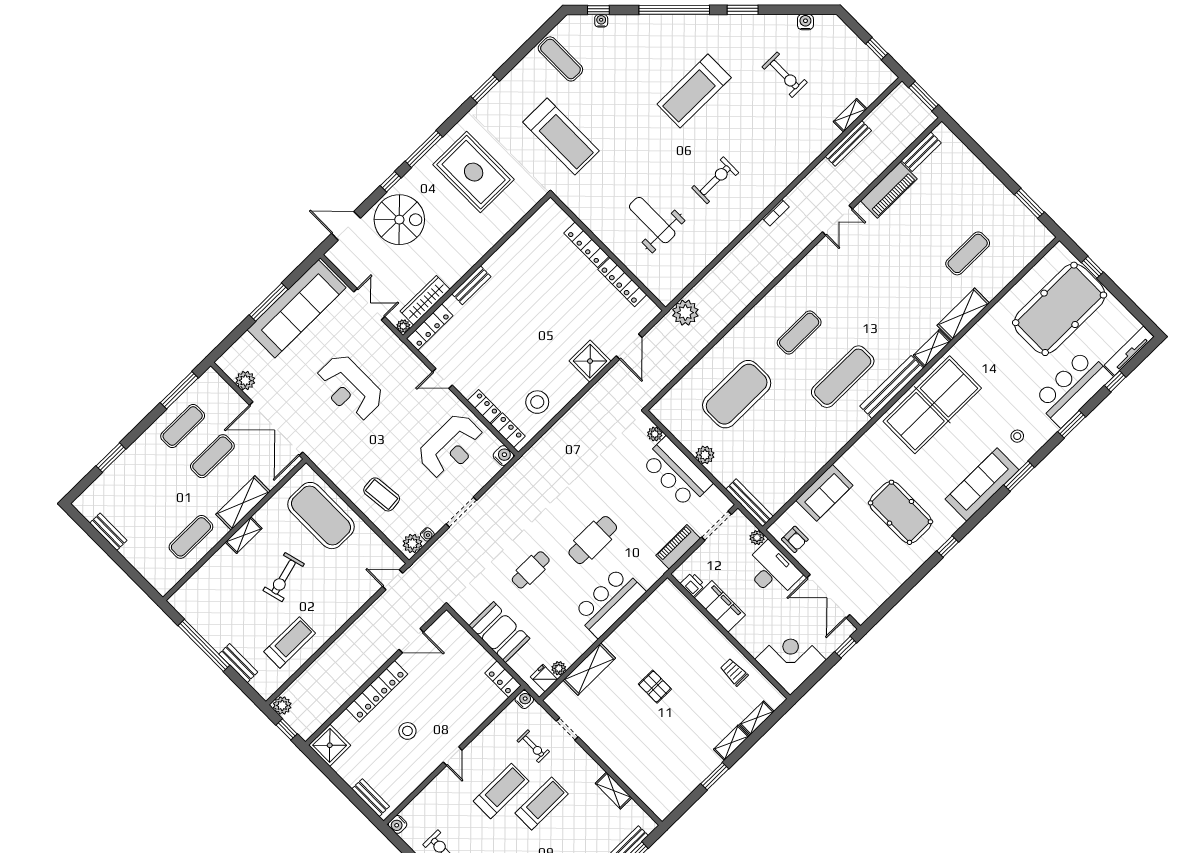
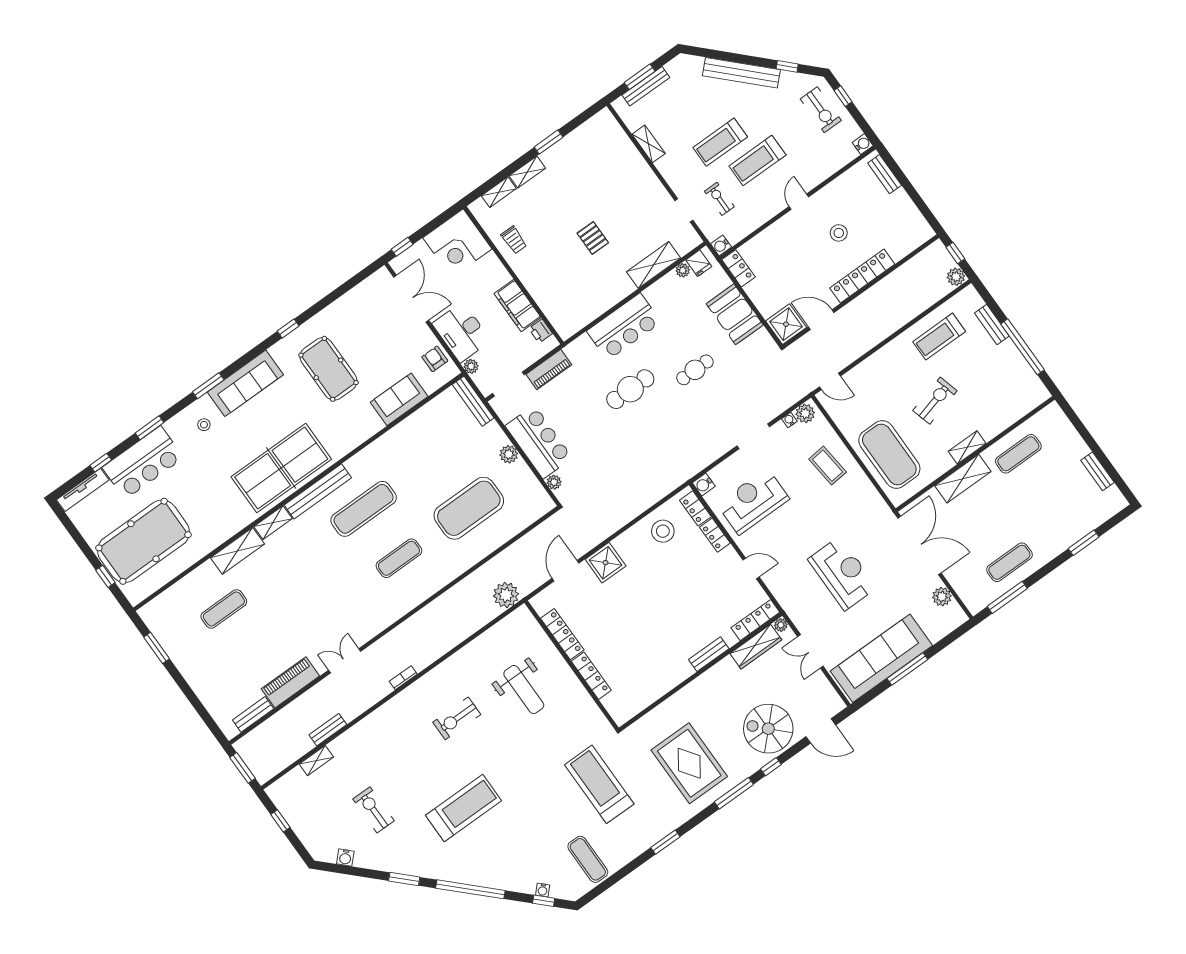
bench: (848, 143) -> (328, 730), width x0.73
exercise mat: (212, 456) -> (985, 529), removed
shower: (330, 745) -> (786, 324), moved

